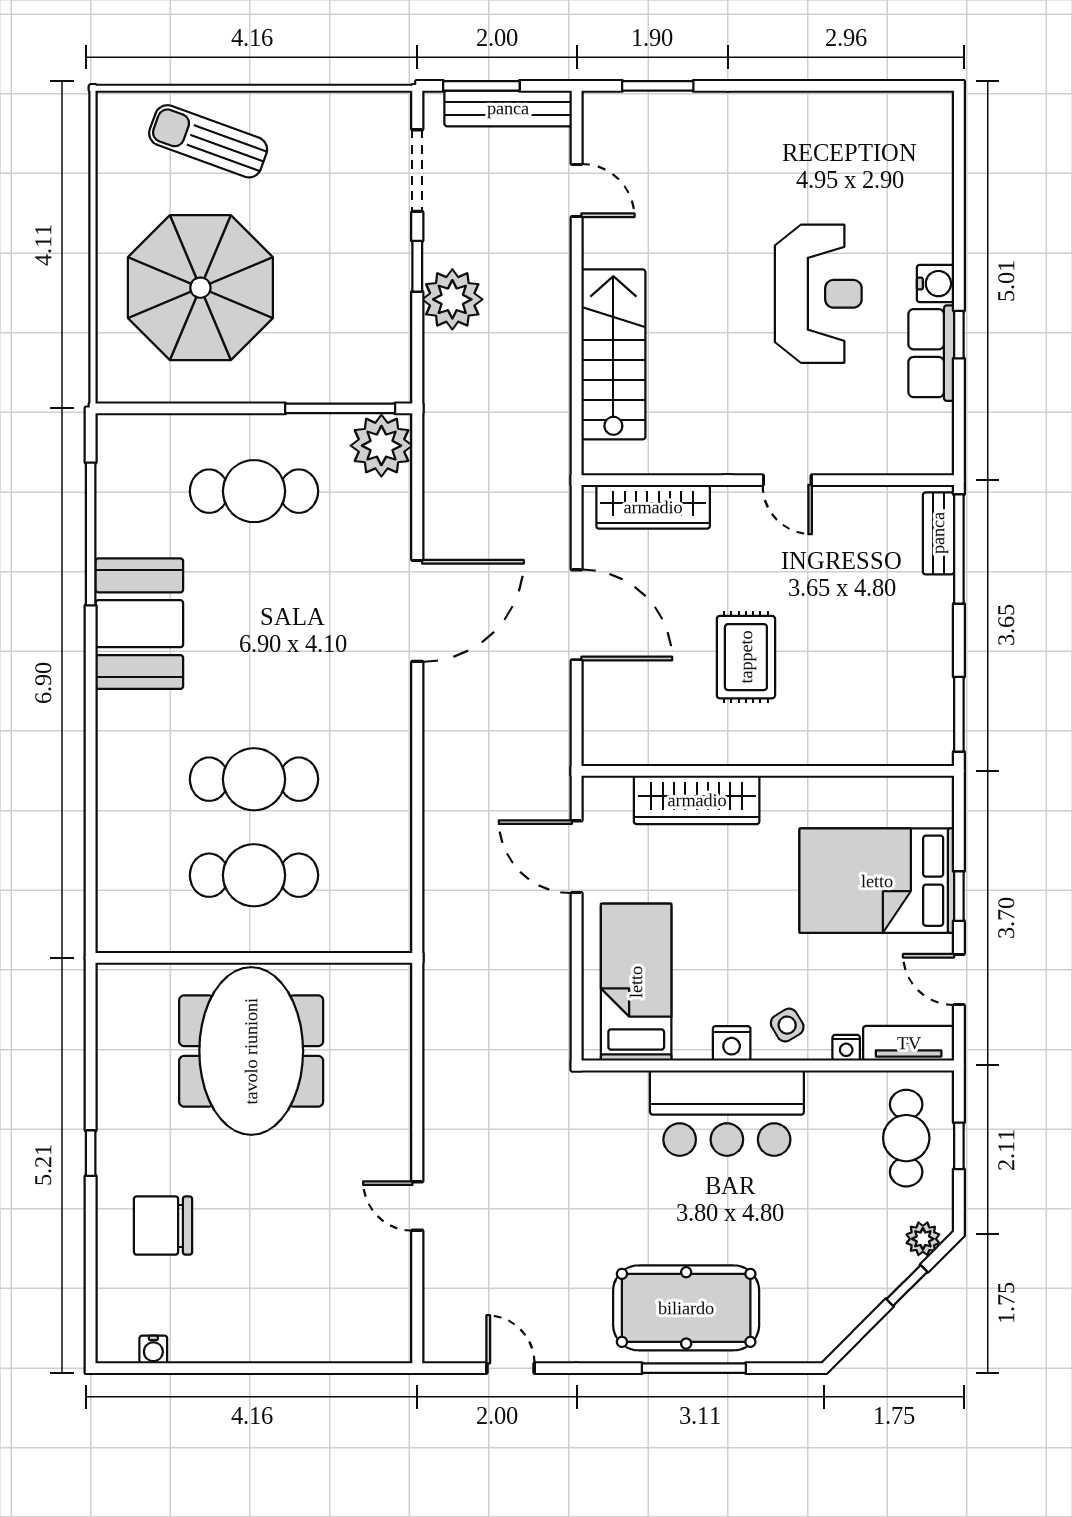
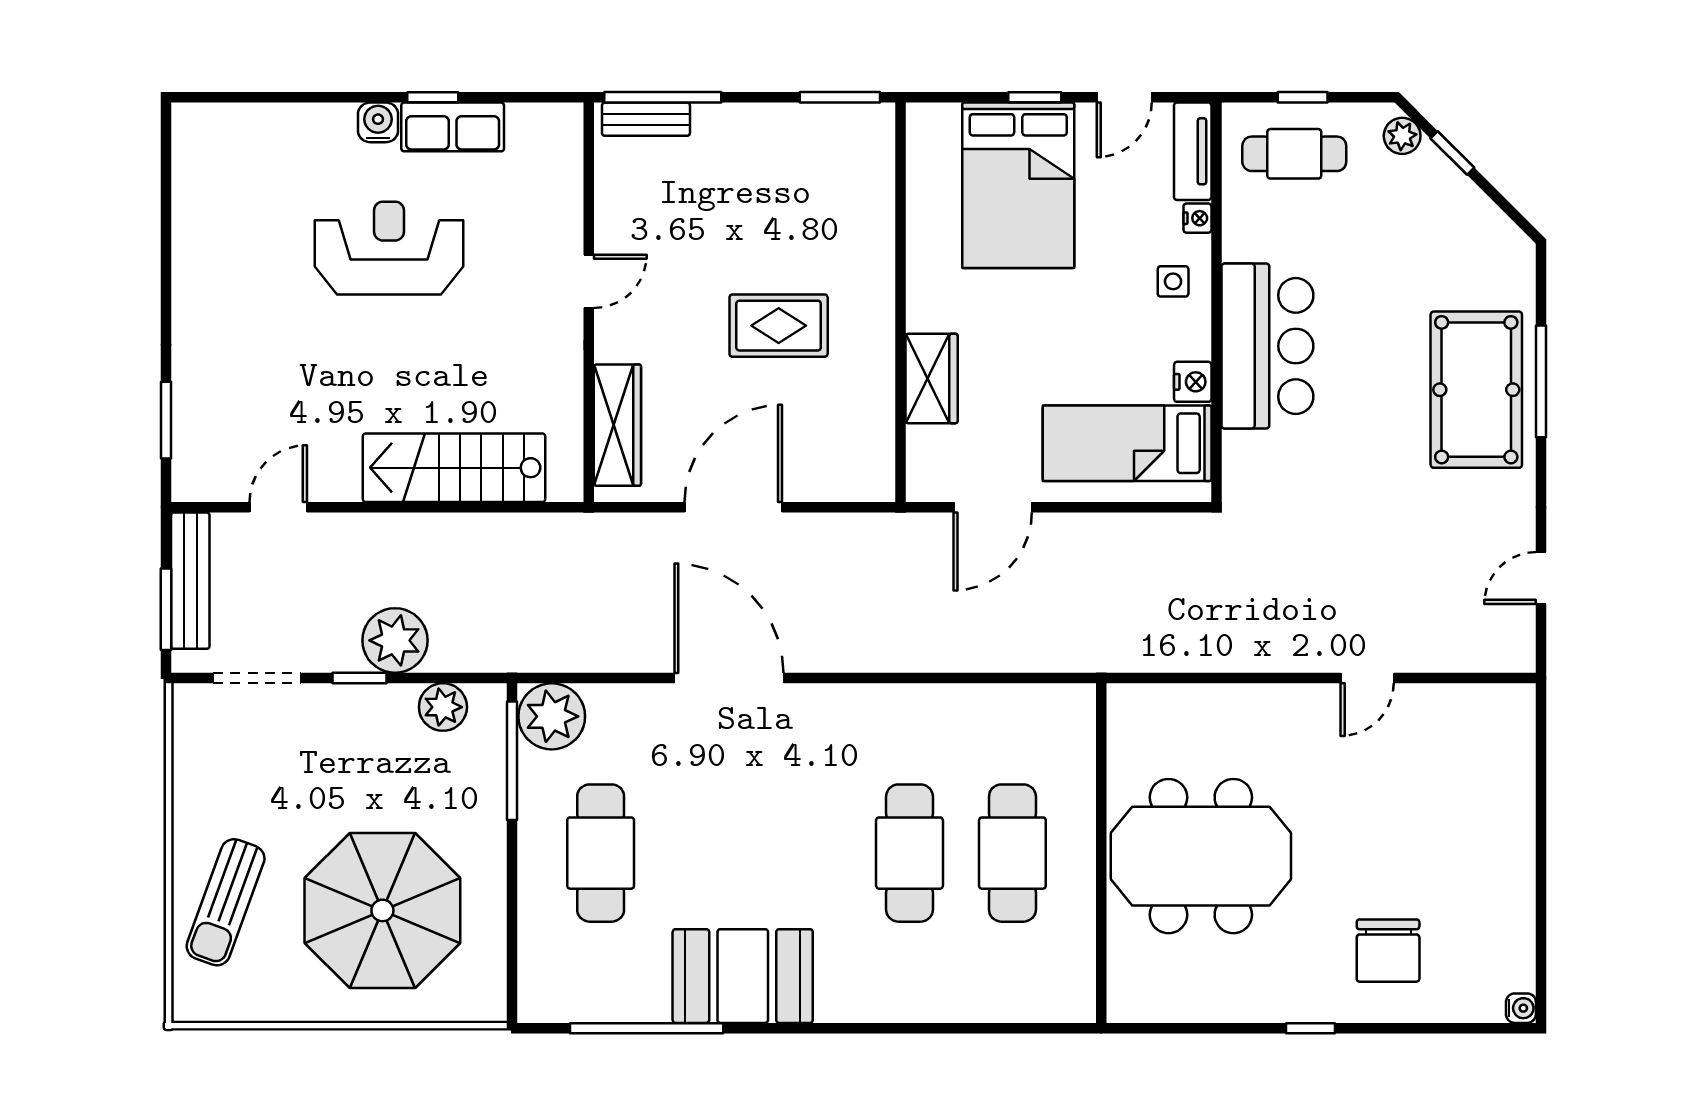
plant: (390, 344) -> (443, 707), added
wardrobe: (697, 800) -> (932, 378), width x0.67
side table: (787, 1025) -> (1173, 281), turned 31
nightstand: (732, 1043) -> (1193, 382), moved
water cooler: (153, 1350) -> (1521, 1008), moved

